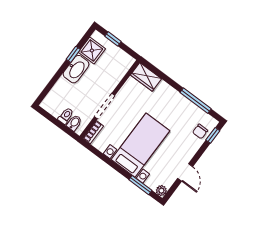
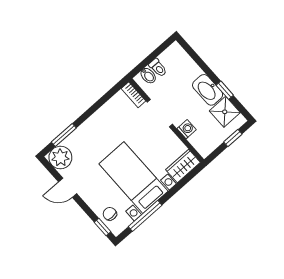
washing machine: (114, 80) -> (187, 129), added
bed with nightstands: (140, 145) -> (133, 178), moved, turned 180
plant: (161, 191) -> (60, 158), width x1.87, depth x1.87

